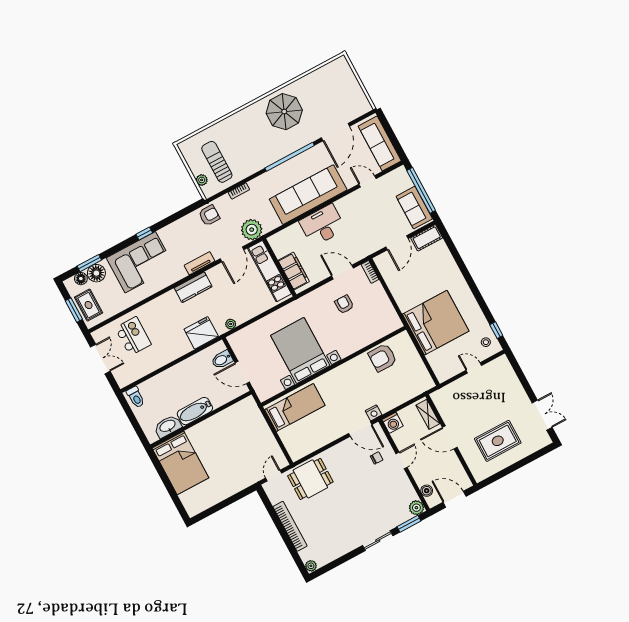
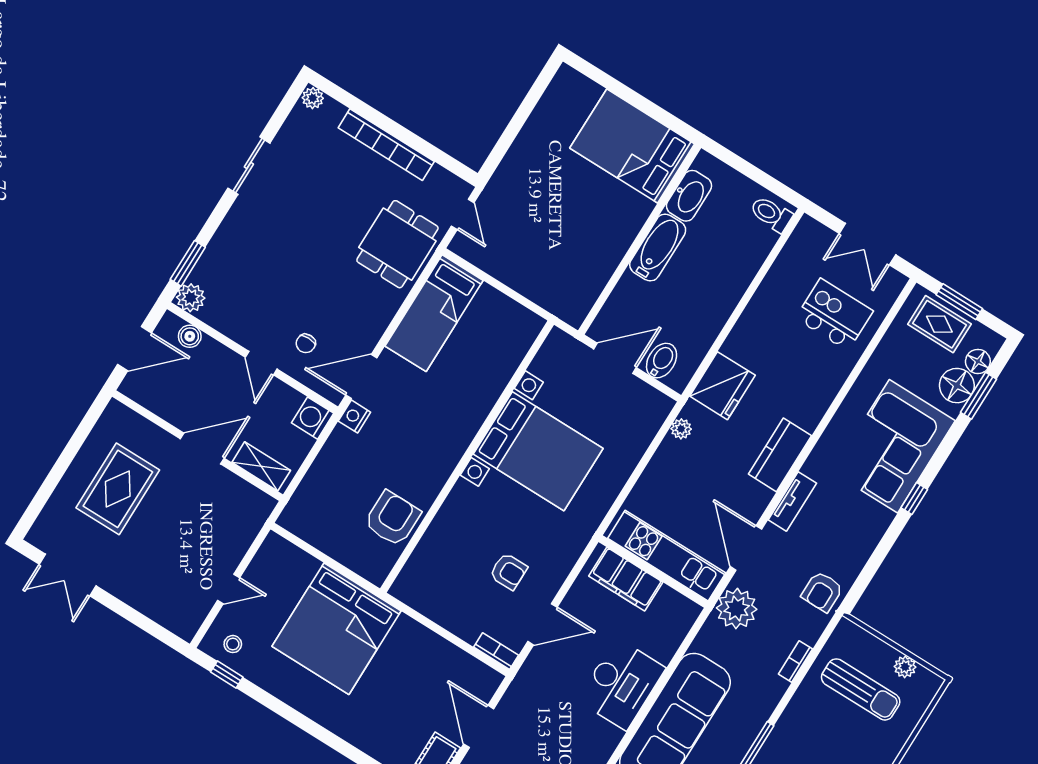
plant: (202, 180) -> (905, 667), moved
kitchen island: (133, 336) -> (834, 315), turned 180
bed: (295, 408) -> (434, 313), moved
sliding door: (378, 541) -> (249, 166), moved

